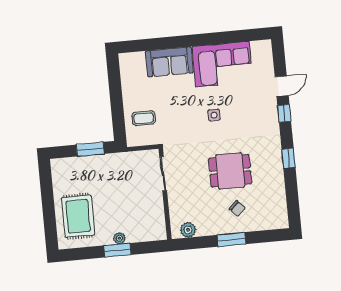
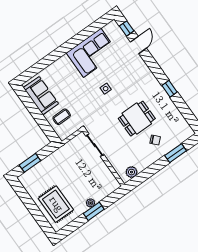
sofa: (169, 62) -> (41, 96), moved, turned -90
window: (284, 113) -> (127, 28), moved
window: (90, 149) -> (30, 163), moved
window: (232, 239) -> (176, 153), moved

